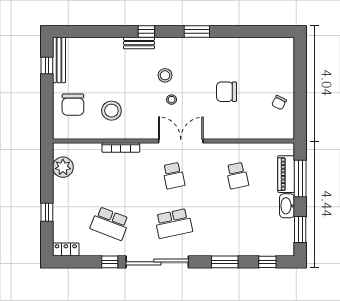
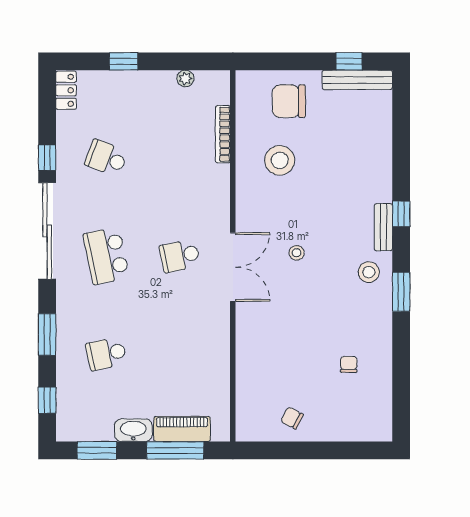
bench: (139, 43) -> (383, 227), moved
stool: (165, 75) -> (369, 272), moved
chair: (226, 92) -> (349, 364), moved, width x0.54, depth x0.54
bookcase: (121, 148) -> (223, 134), moved
plant: (63, 167) -> (185, 78), width x0.53, depth x0.53
school desk: (237, 176) -> (106, 354), moved
school desk: (110, 223) -> (106, 158), width x0.54

